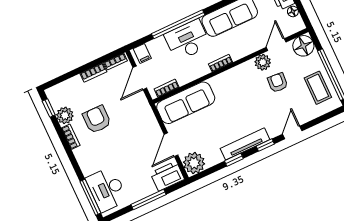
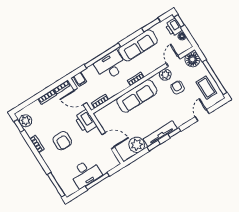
door: (140, 78) -> (80, 96), hinge flipped
sofa: (186, 103) -> (137, 96), moved
plant: (65, 115) -> (26, 121), moved
armchair: (97, 119) -> (62, 141), moved, turned 180
door: (292, 132) -> (202, 115), moved
door: (171, 145) -> (108, 141), swing flipped
plant: (194, 163) -> (137, 145), moved
printer: (167, 176) -> (86, 122), moved, turned -90
desk: (107, 189) -> (86, 173), moved, turned -90

